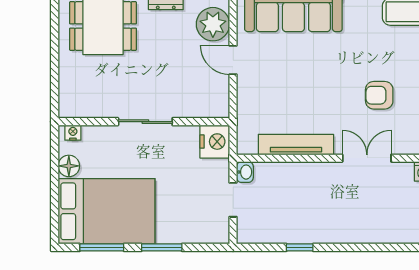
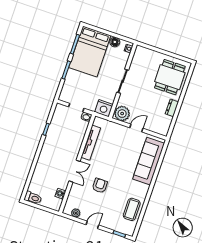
plant: (213, 24) -> (122, 114), moved

